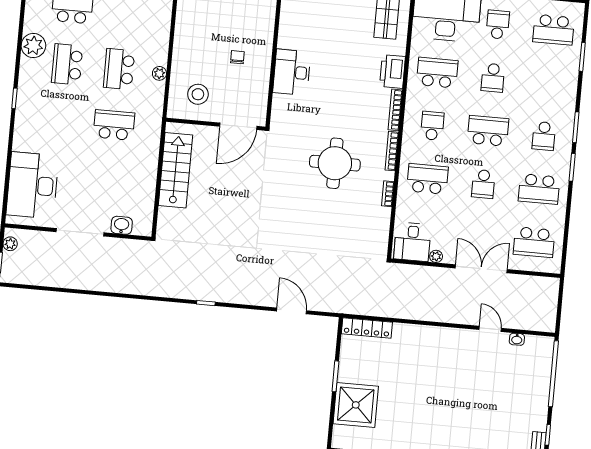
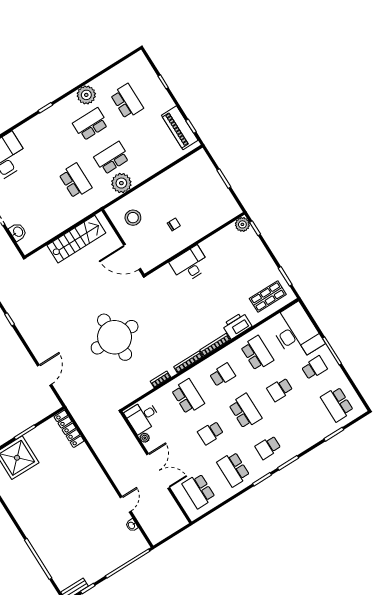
plant: (159, 73) -> (121, 183), width x1.88, depth x1.88
round table: (335, 163) -> (115, 337), moved, width x1.36, depth x1.36

